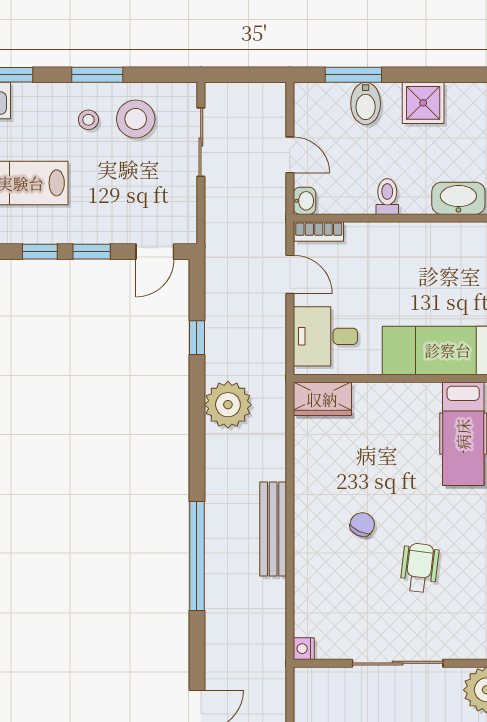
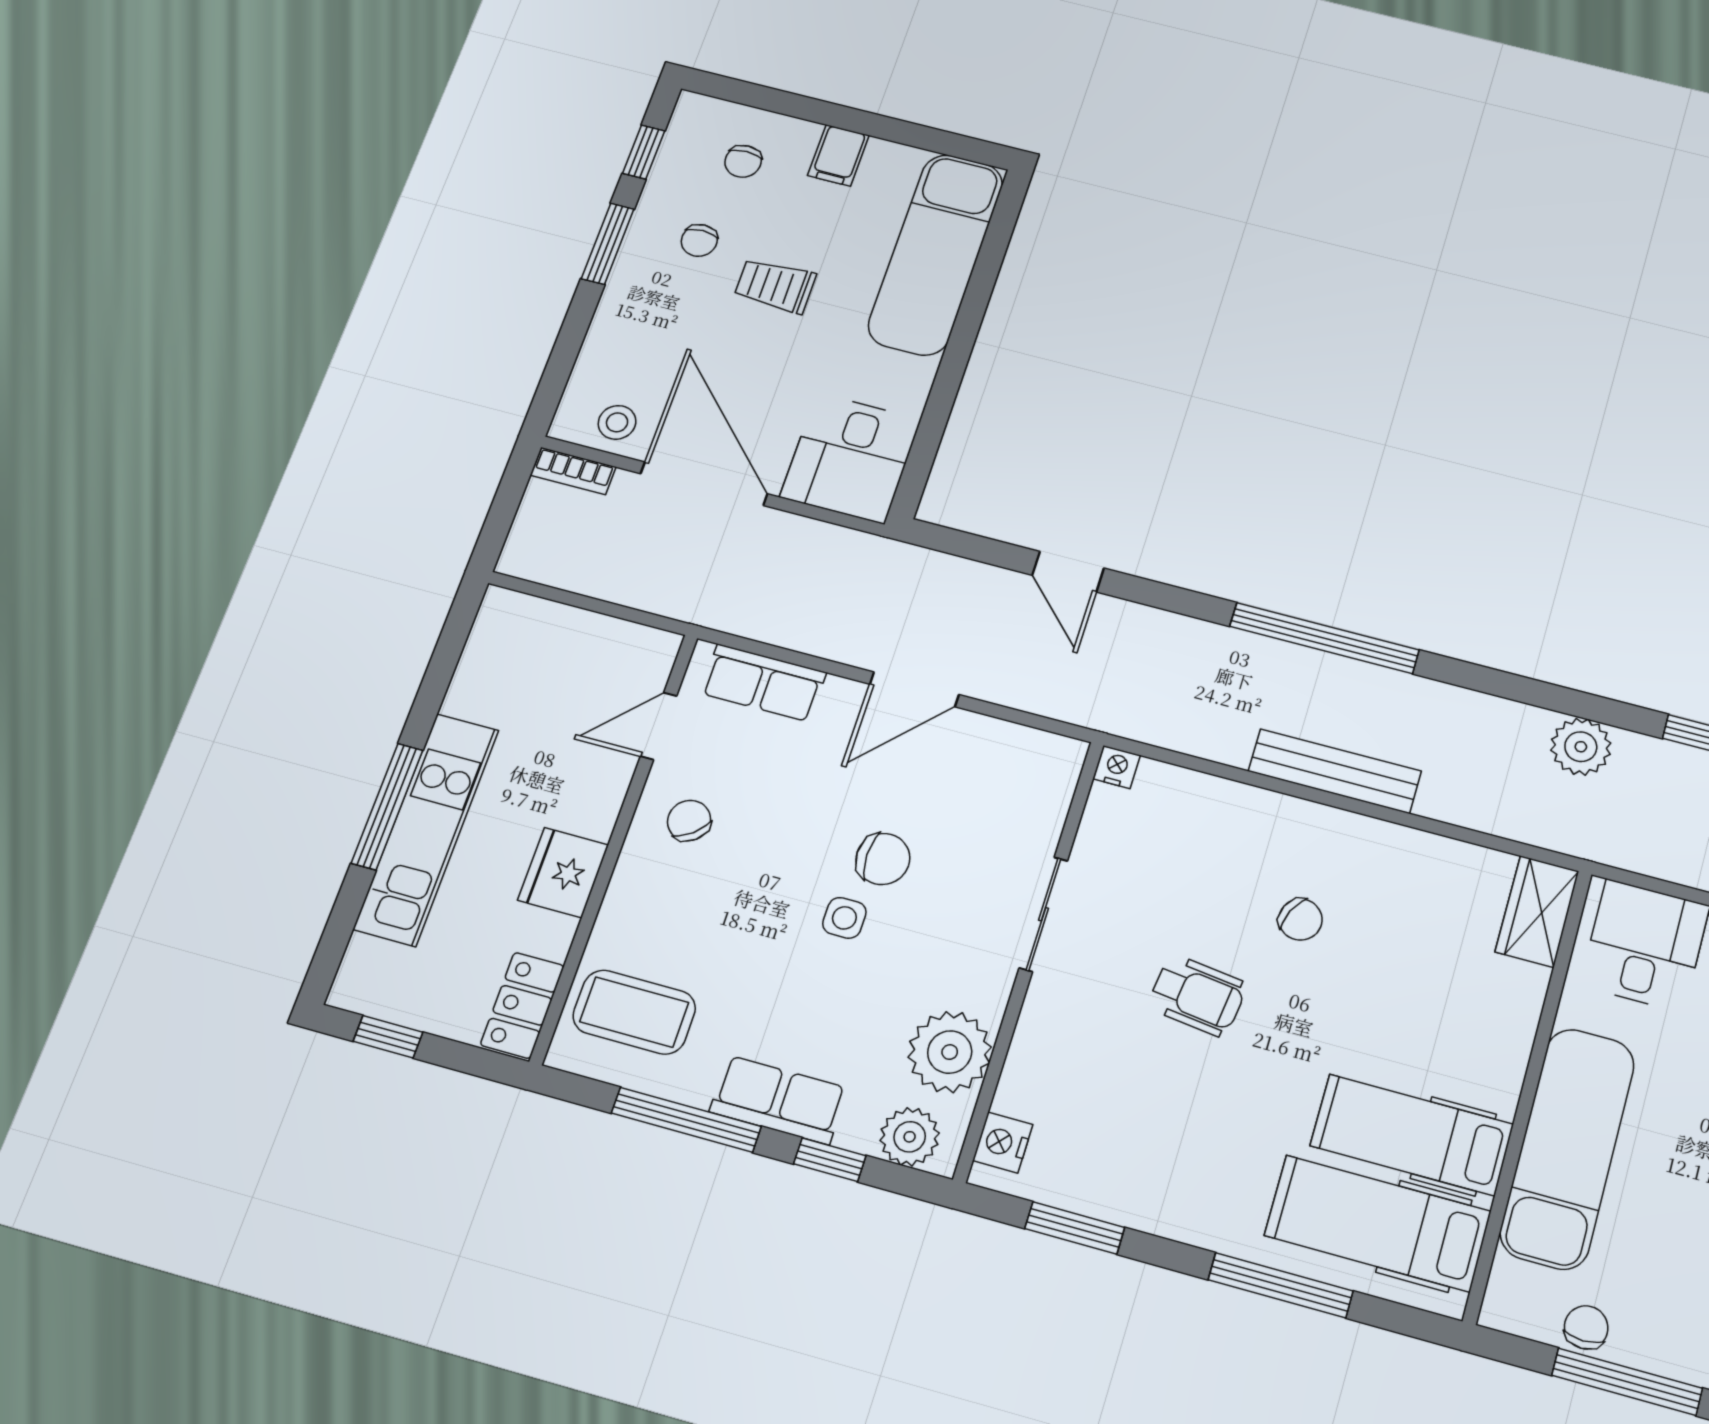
plant: (228, 405) -> (1581, 747), width x0.73, depth x0.73
sliding door: (398, 663) -> (1043, 914), width x0.73

